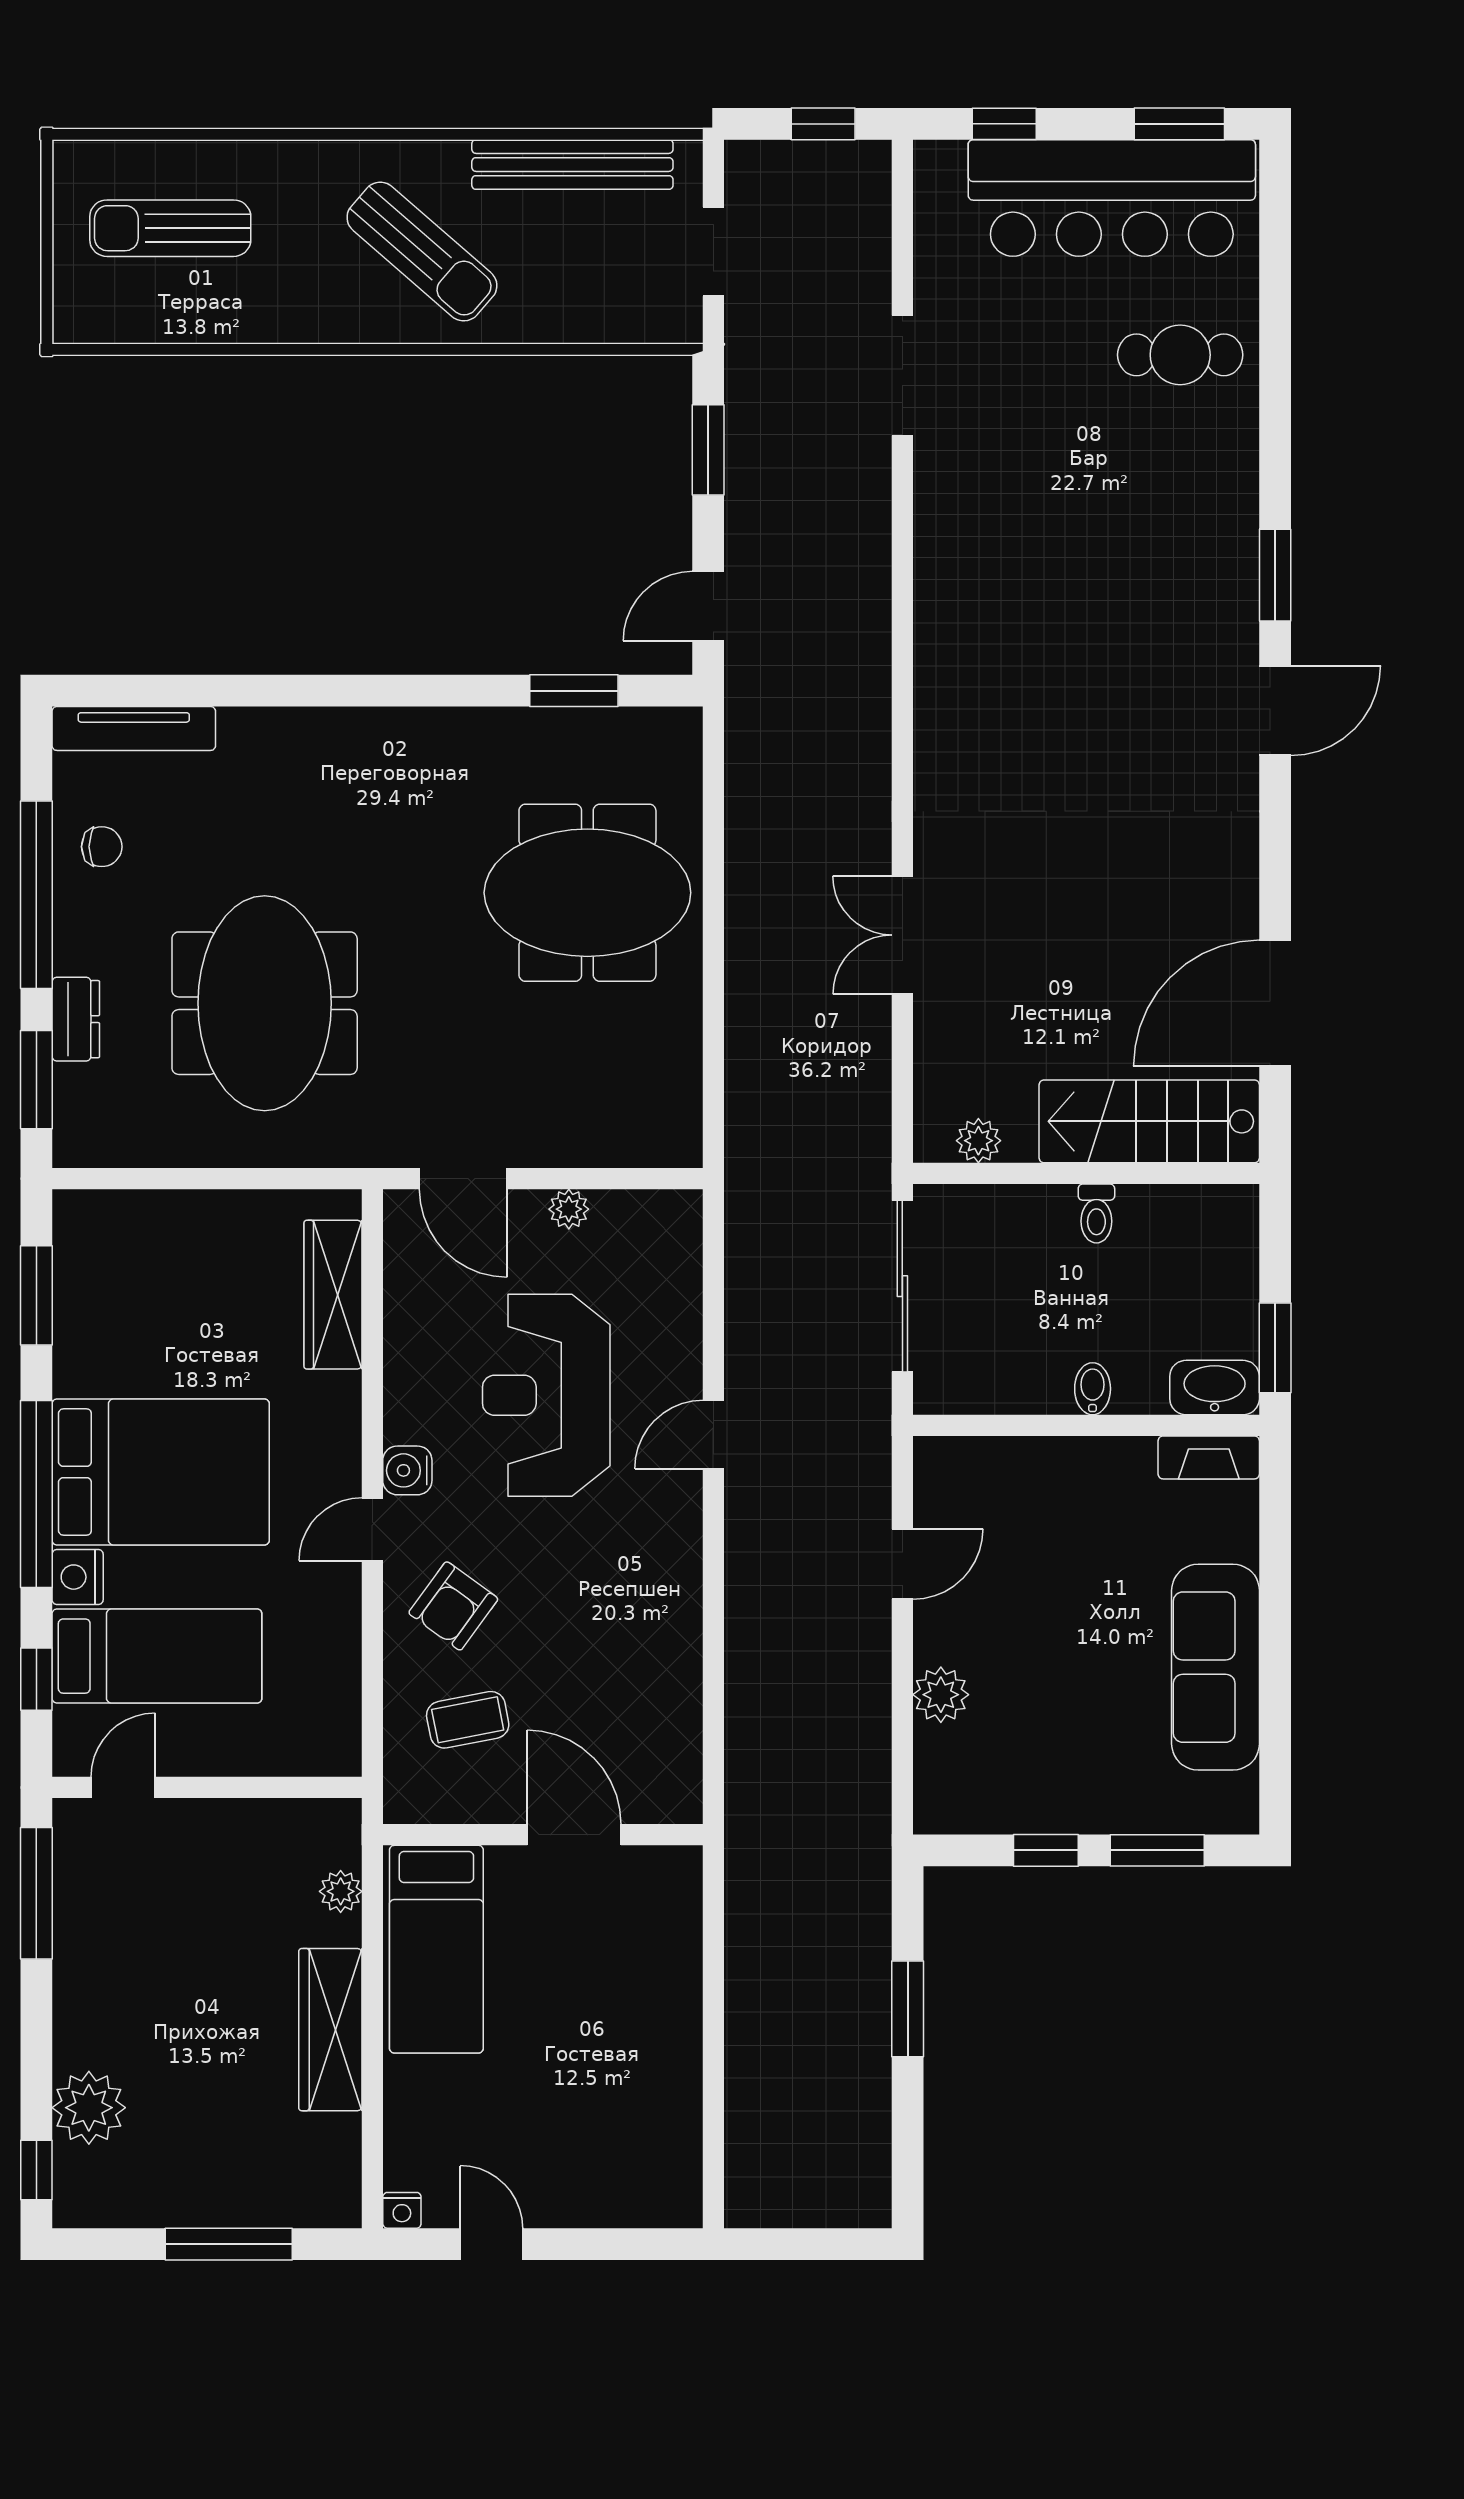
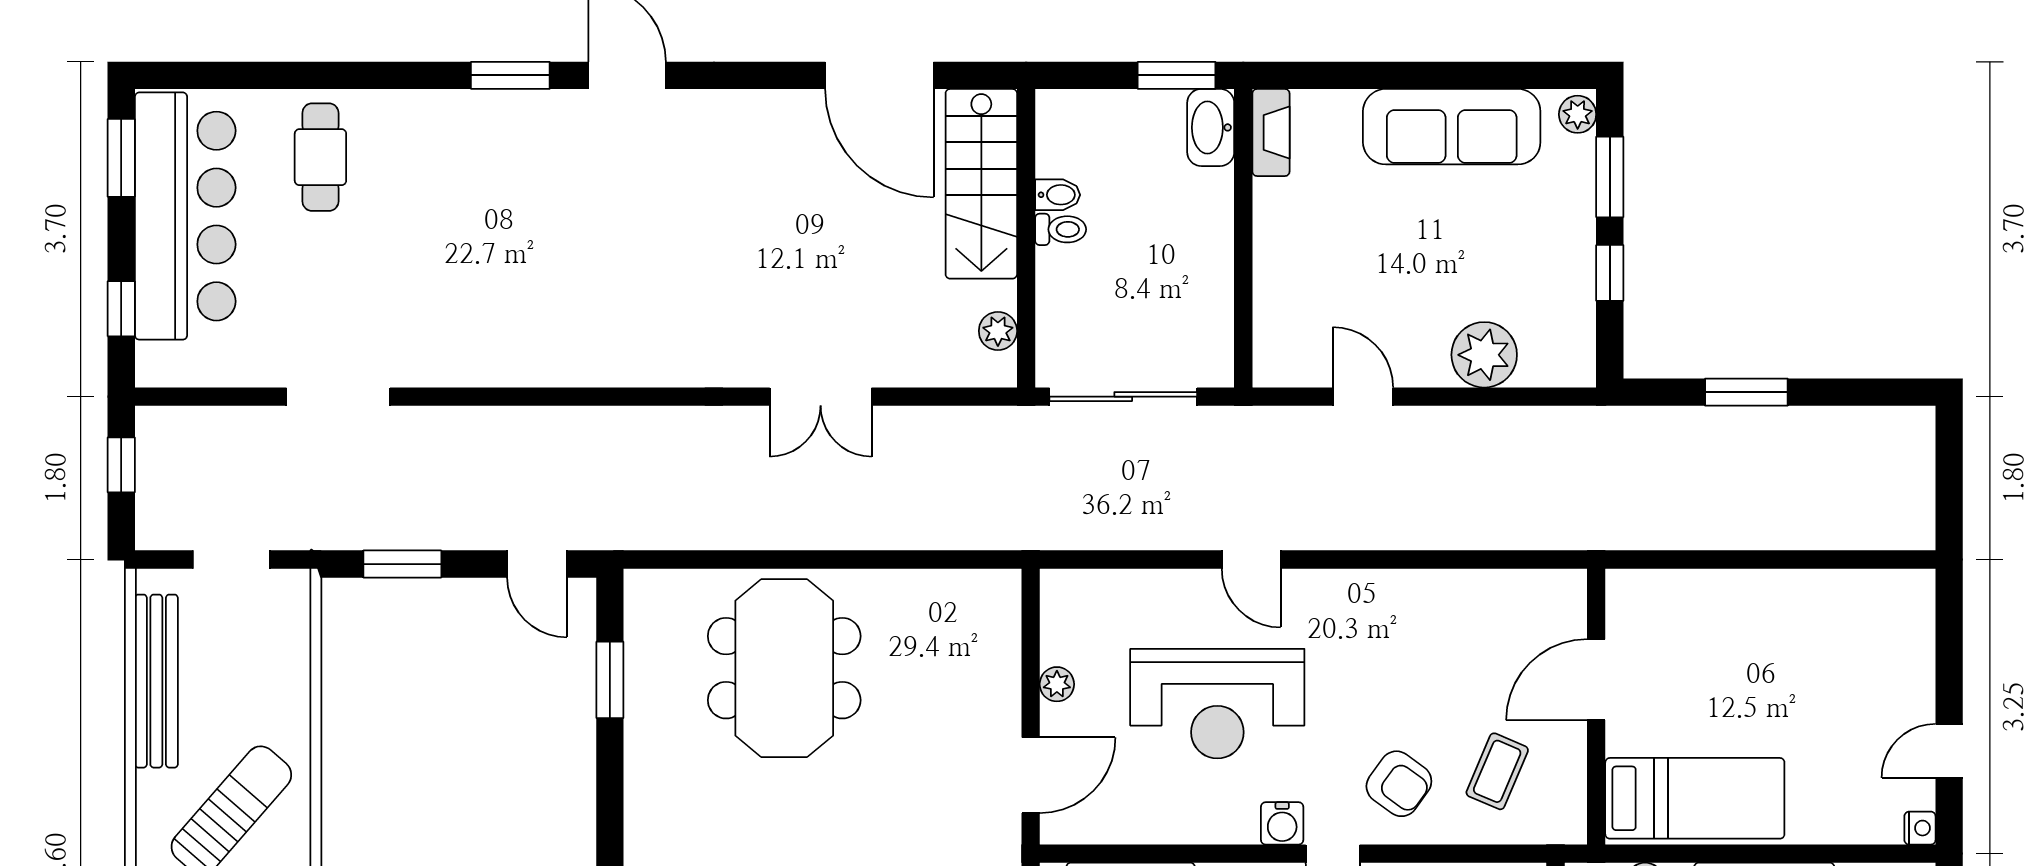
bidet: (1093, 1389) -> (1058, 195), moved, turned 180
plant: (941, 1695) -> (1484, 355), width x1.36, depth x1.36
coffee table: (468, 1720) -> (1497, 771), turned 34
plant: (1230, 1813) -> (1578, 114), added

